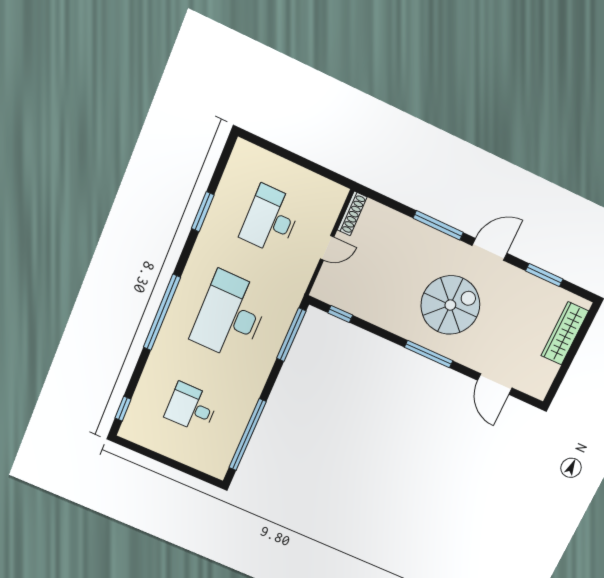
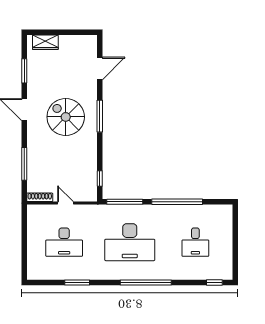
window: (438, 225) -> (24, 164), moved
wardrobe: (565, 333) -> (45, 42), width x0.67
window: (248, 435) -> (177, 202), moved

